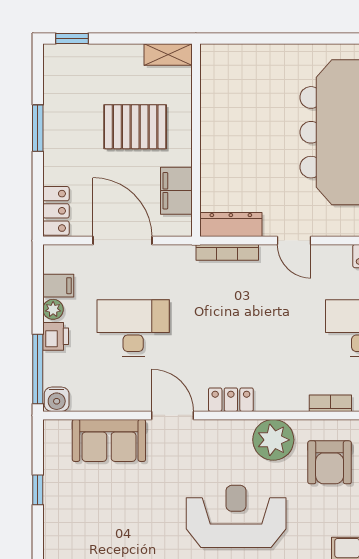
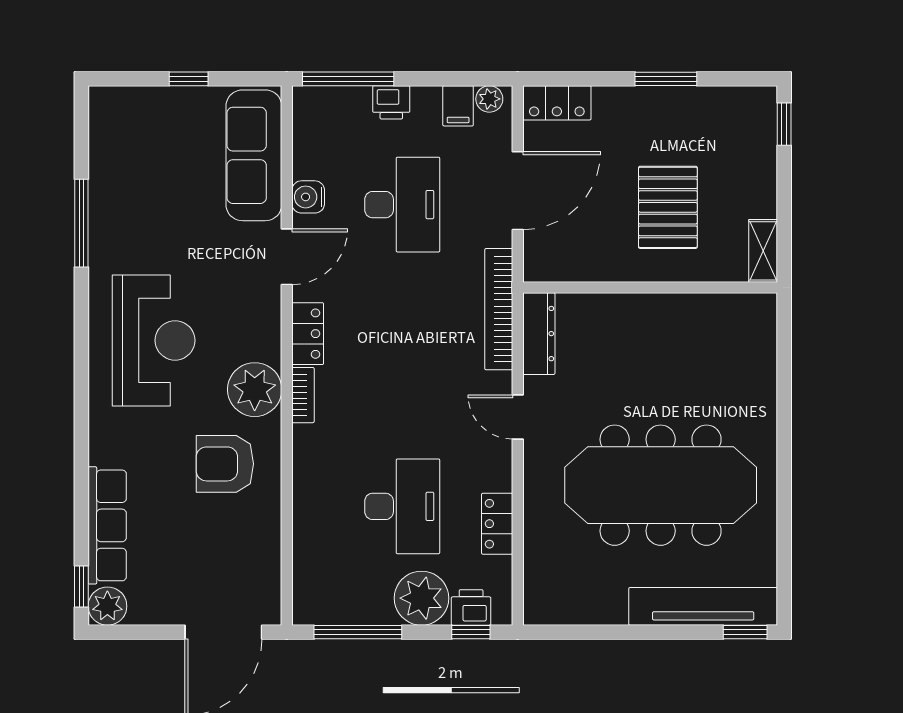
filing cabinet: (176, 191) -> (583, 262), removed
door: (294, 241) -> (518, 417), hinge flipped
bookcase: (227, 252) -> (499, 309), width x1.48, depth x1.31
plant: (53, 309) -> (489, 99), moved
water cooler: (57, 399) -> (308, 197), moved
bookcase: (330, 403) -> (303, 395), moved
sofa: (109, 440) -> (254, 155), width x1.36

